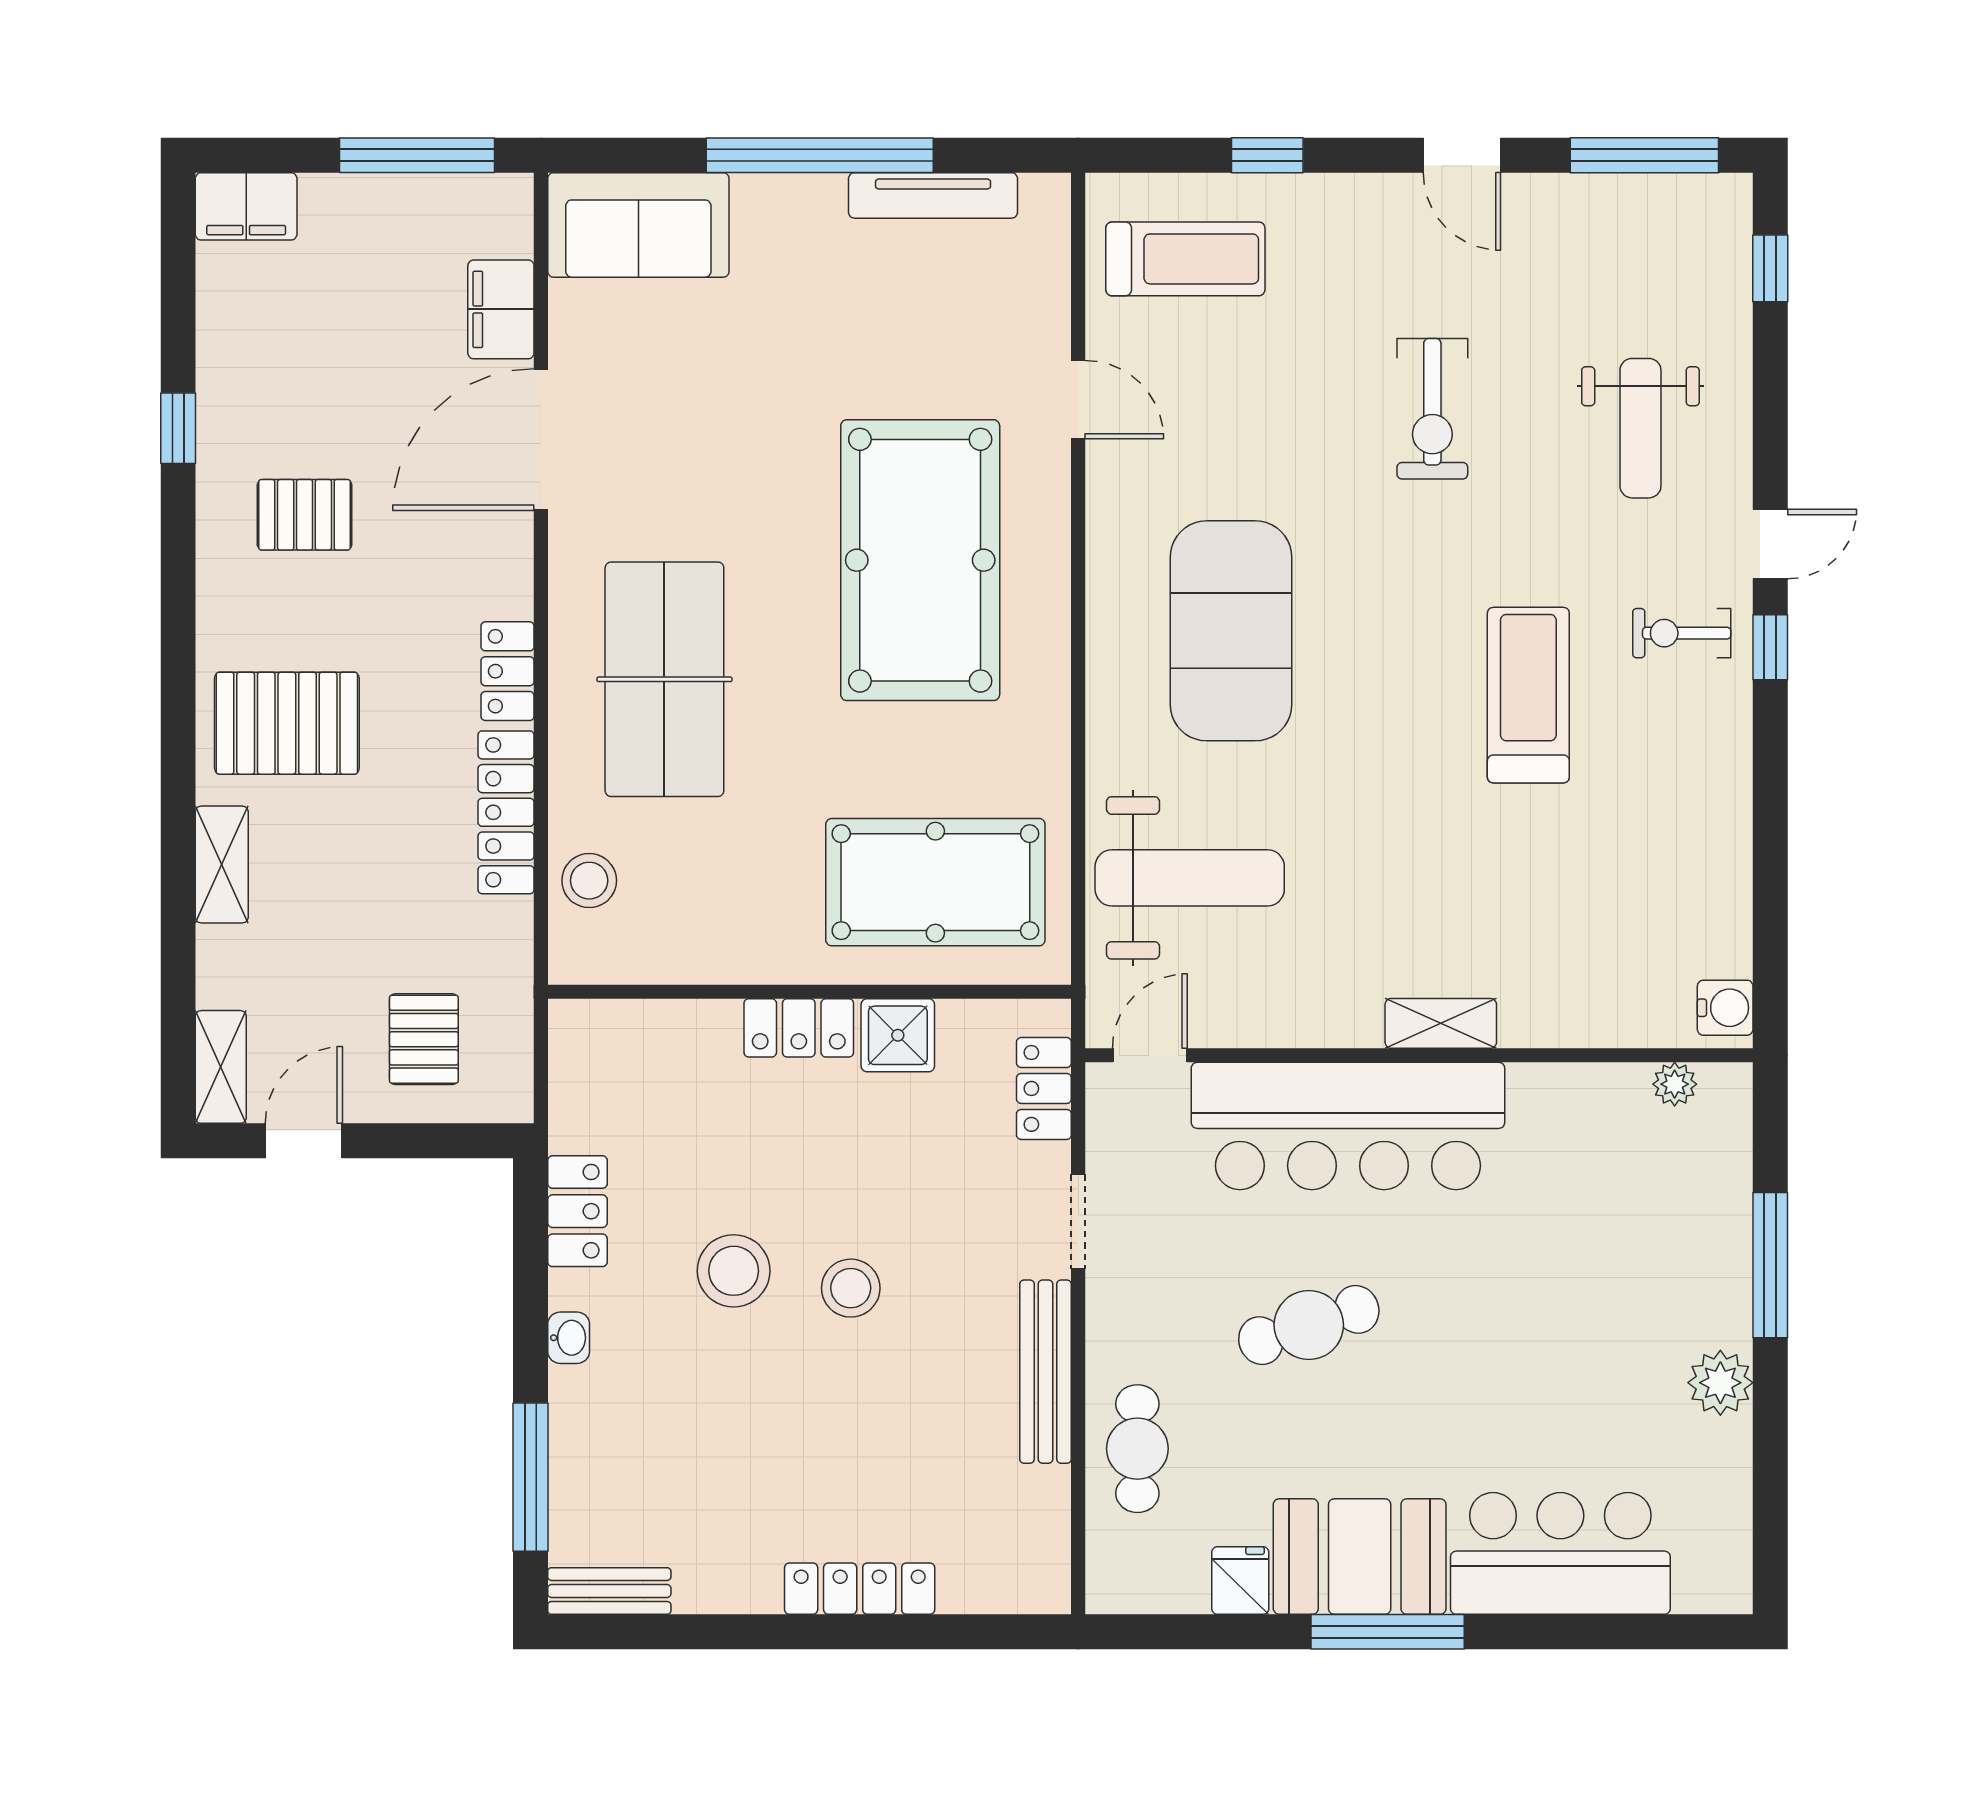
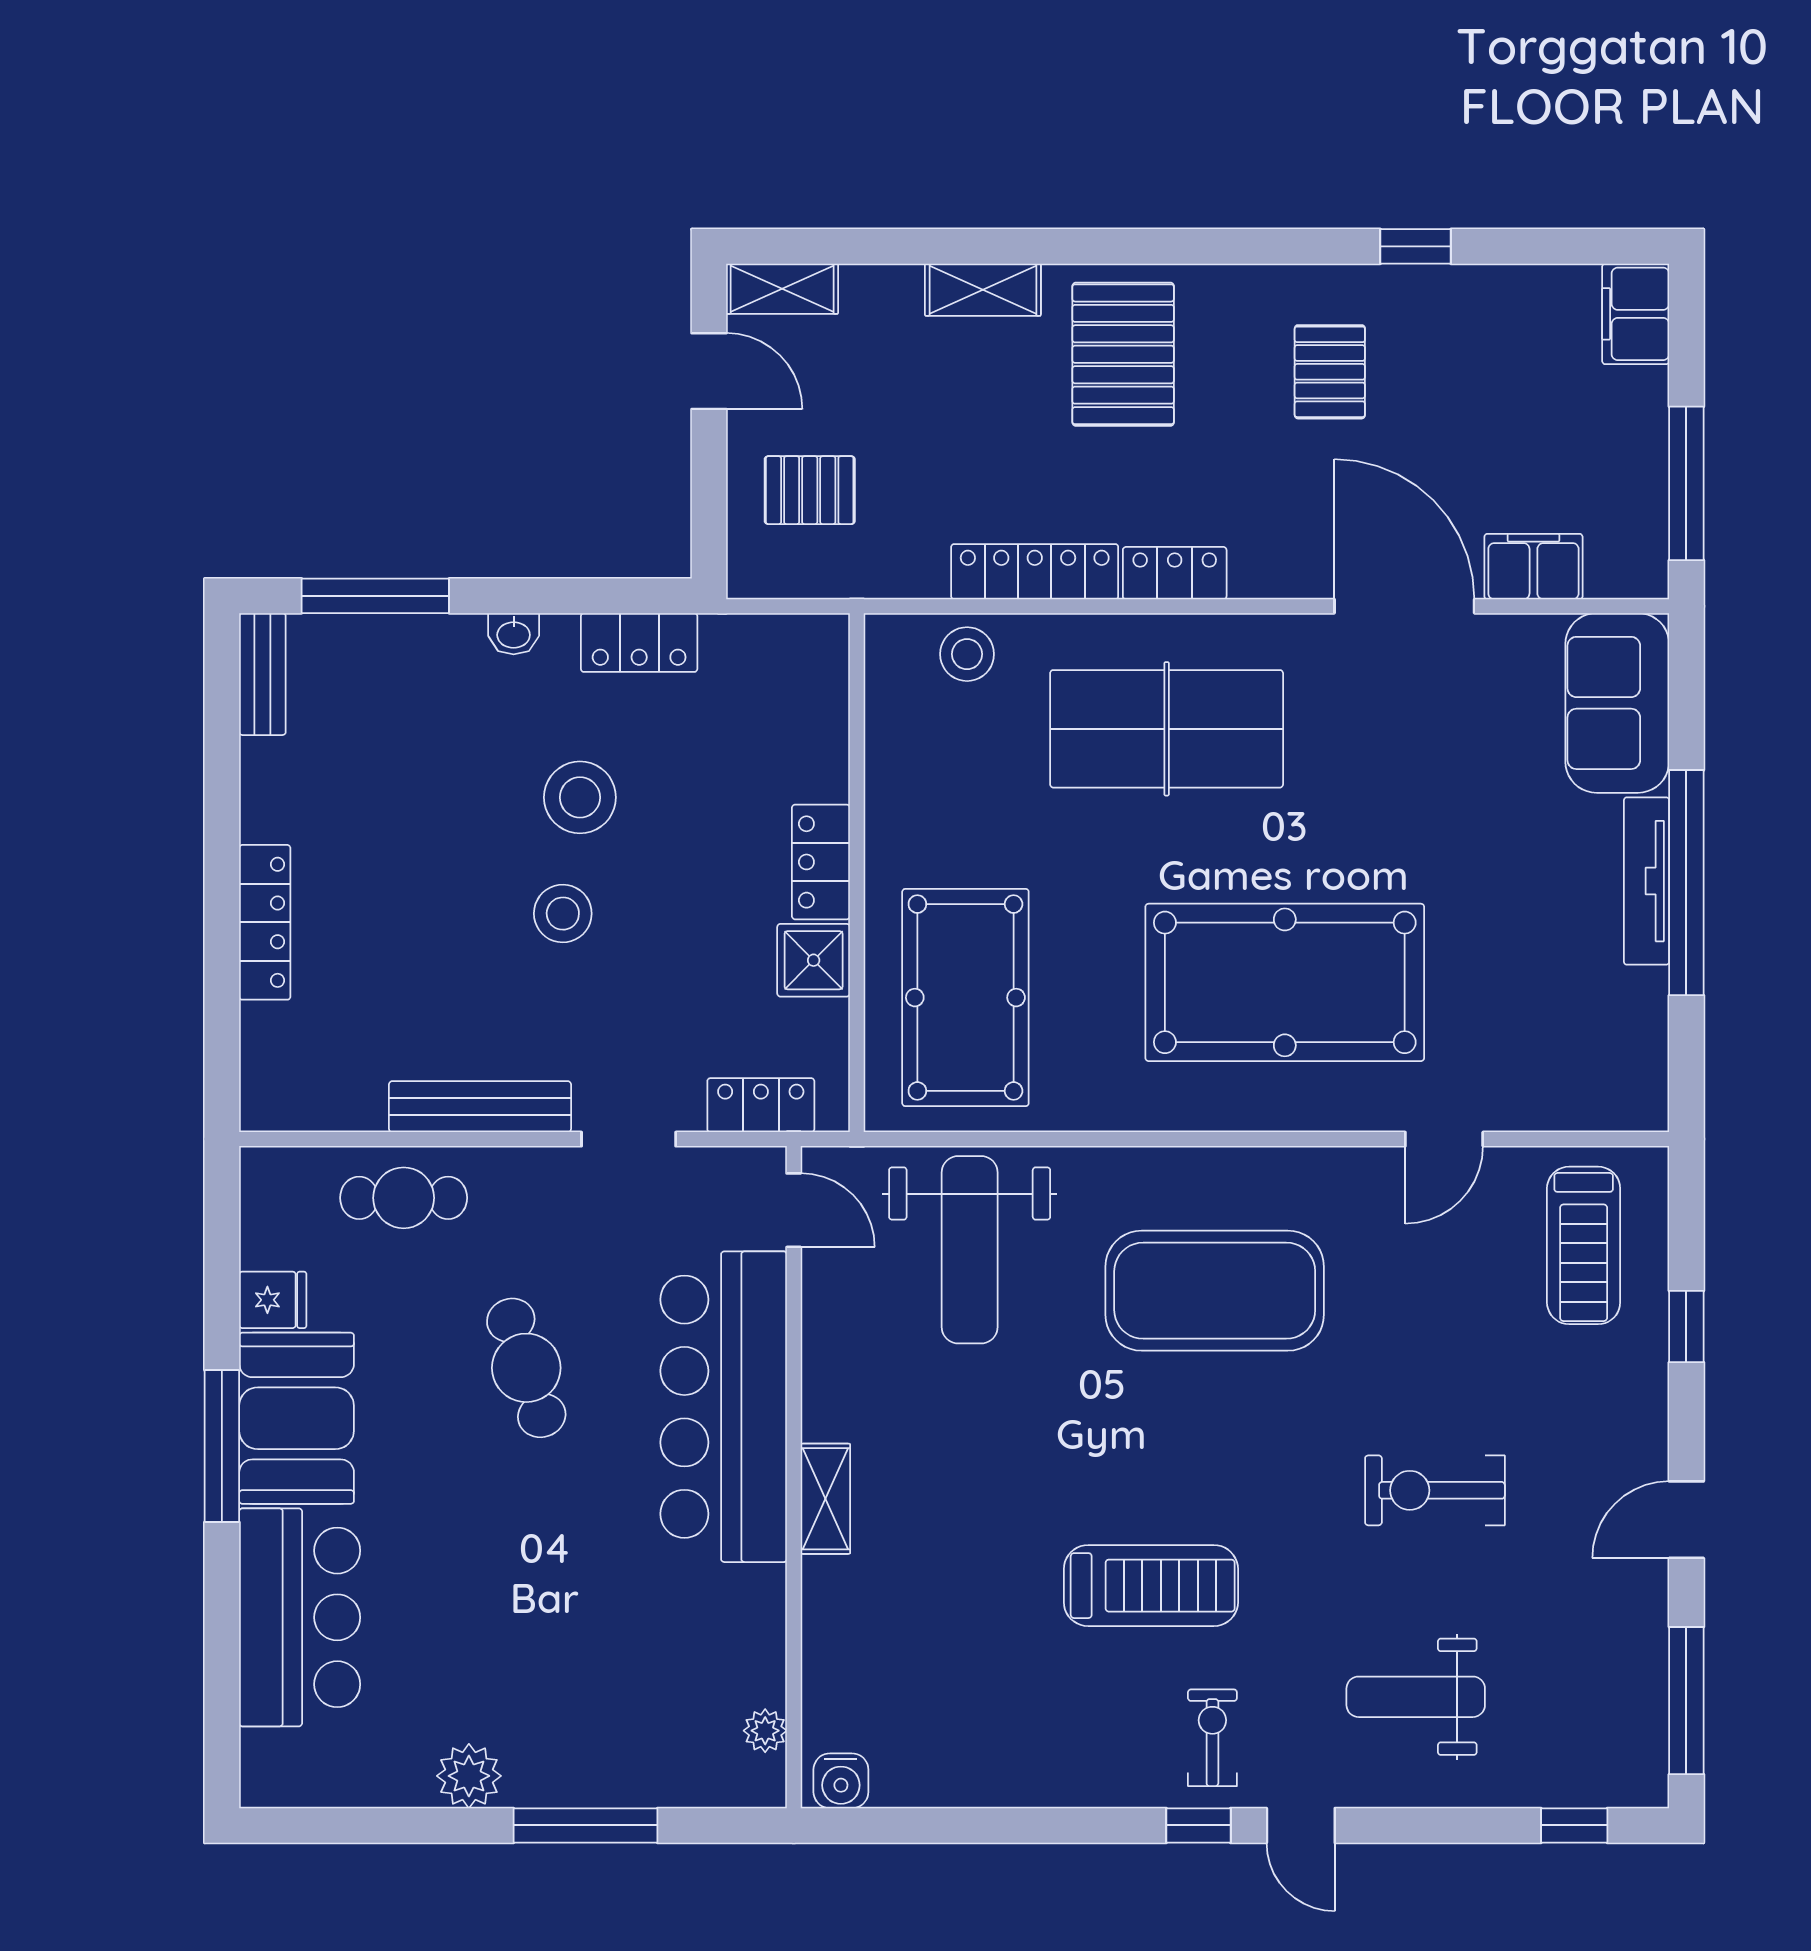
tv unit: (933, 195) -> (1647, 881), moved

